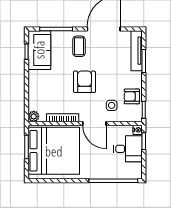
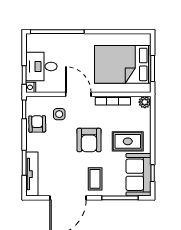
rug: (49, 81) -> (128, 141), added
armchair: (132, 96) -> (37, 124), turned -91
bed: (54, 151) -> (123, 64), width x0.73

